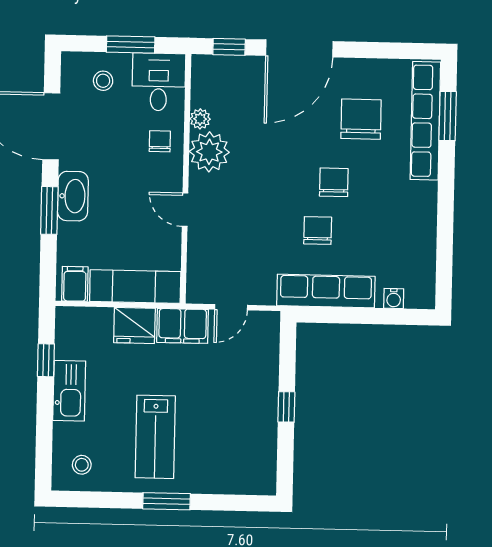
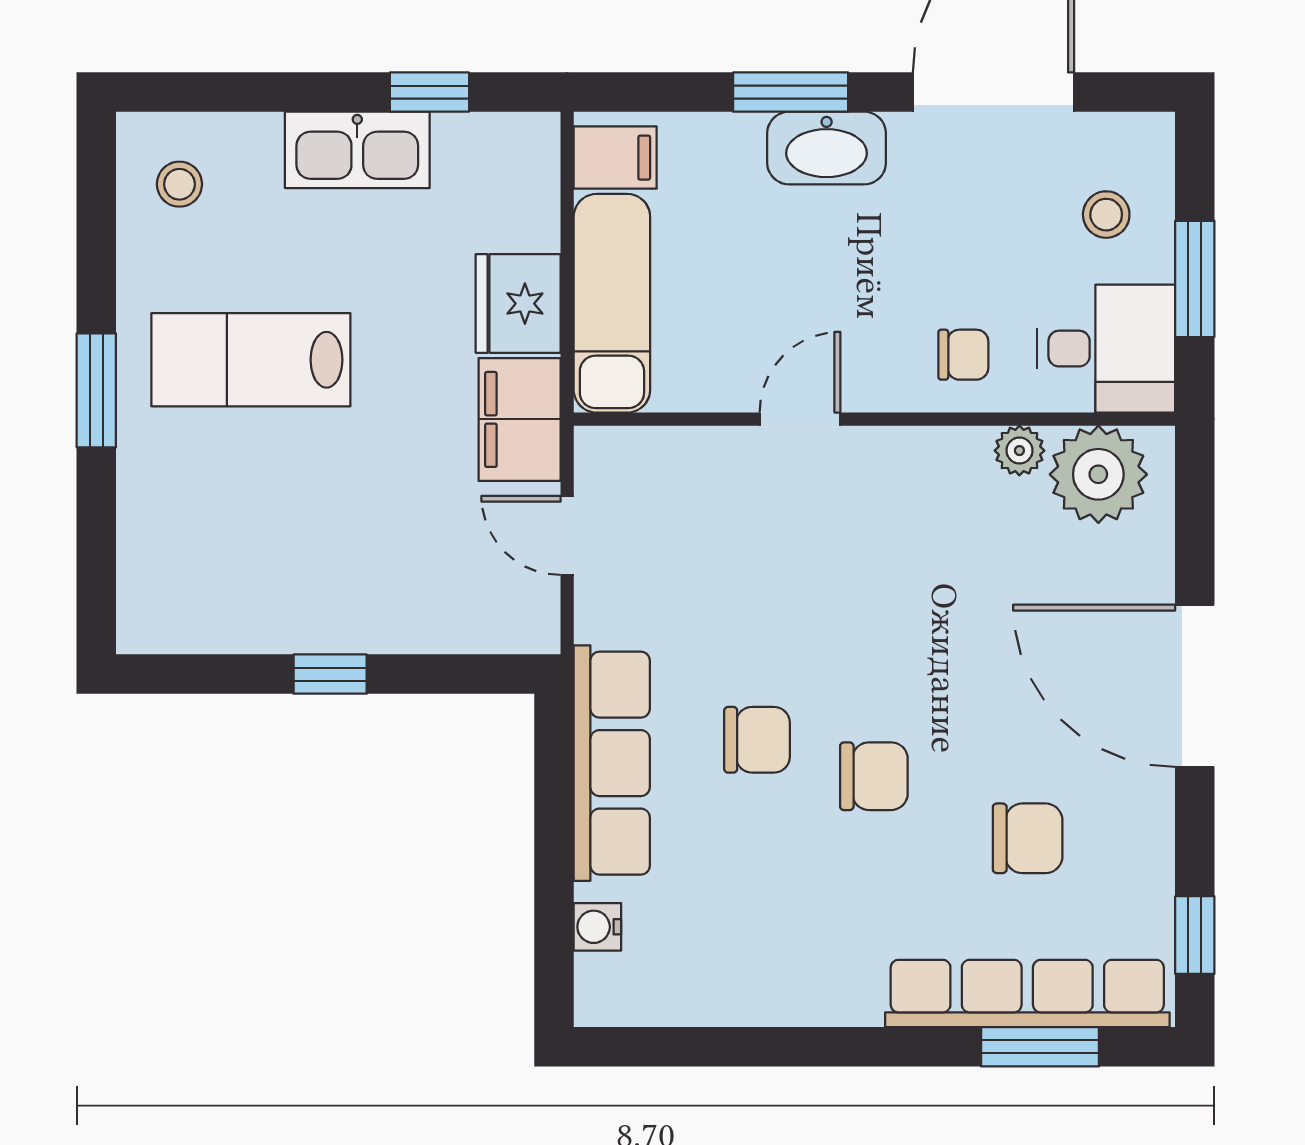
window: (229, 47) -> (1195, 935), moved
chair: (361, 119) -> (1028, 838), width x0.73, depth x0.73
plant: (209, 152) -> (1098, 474), moved

